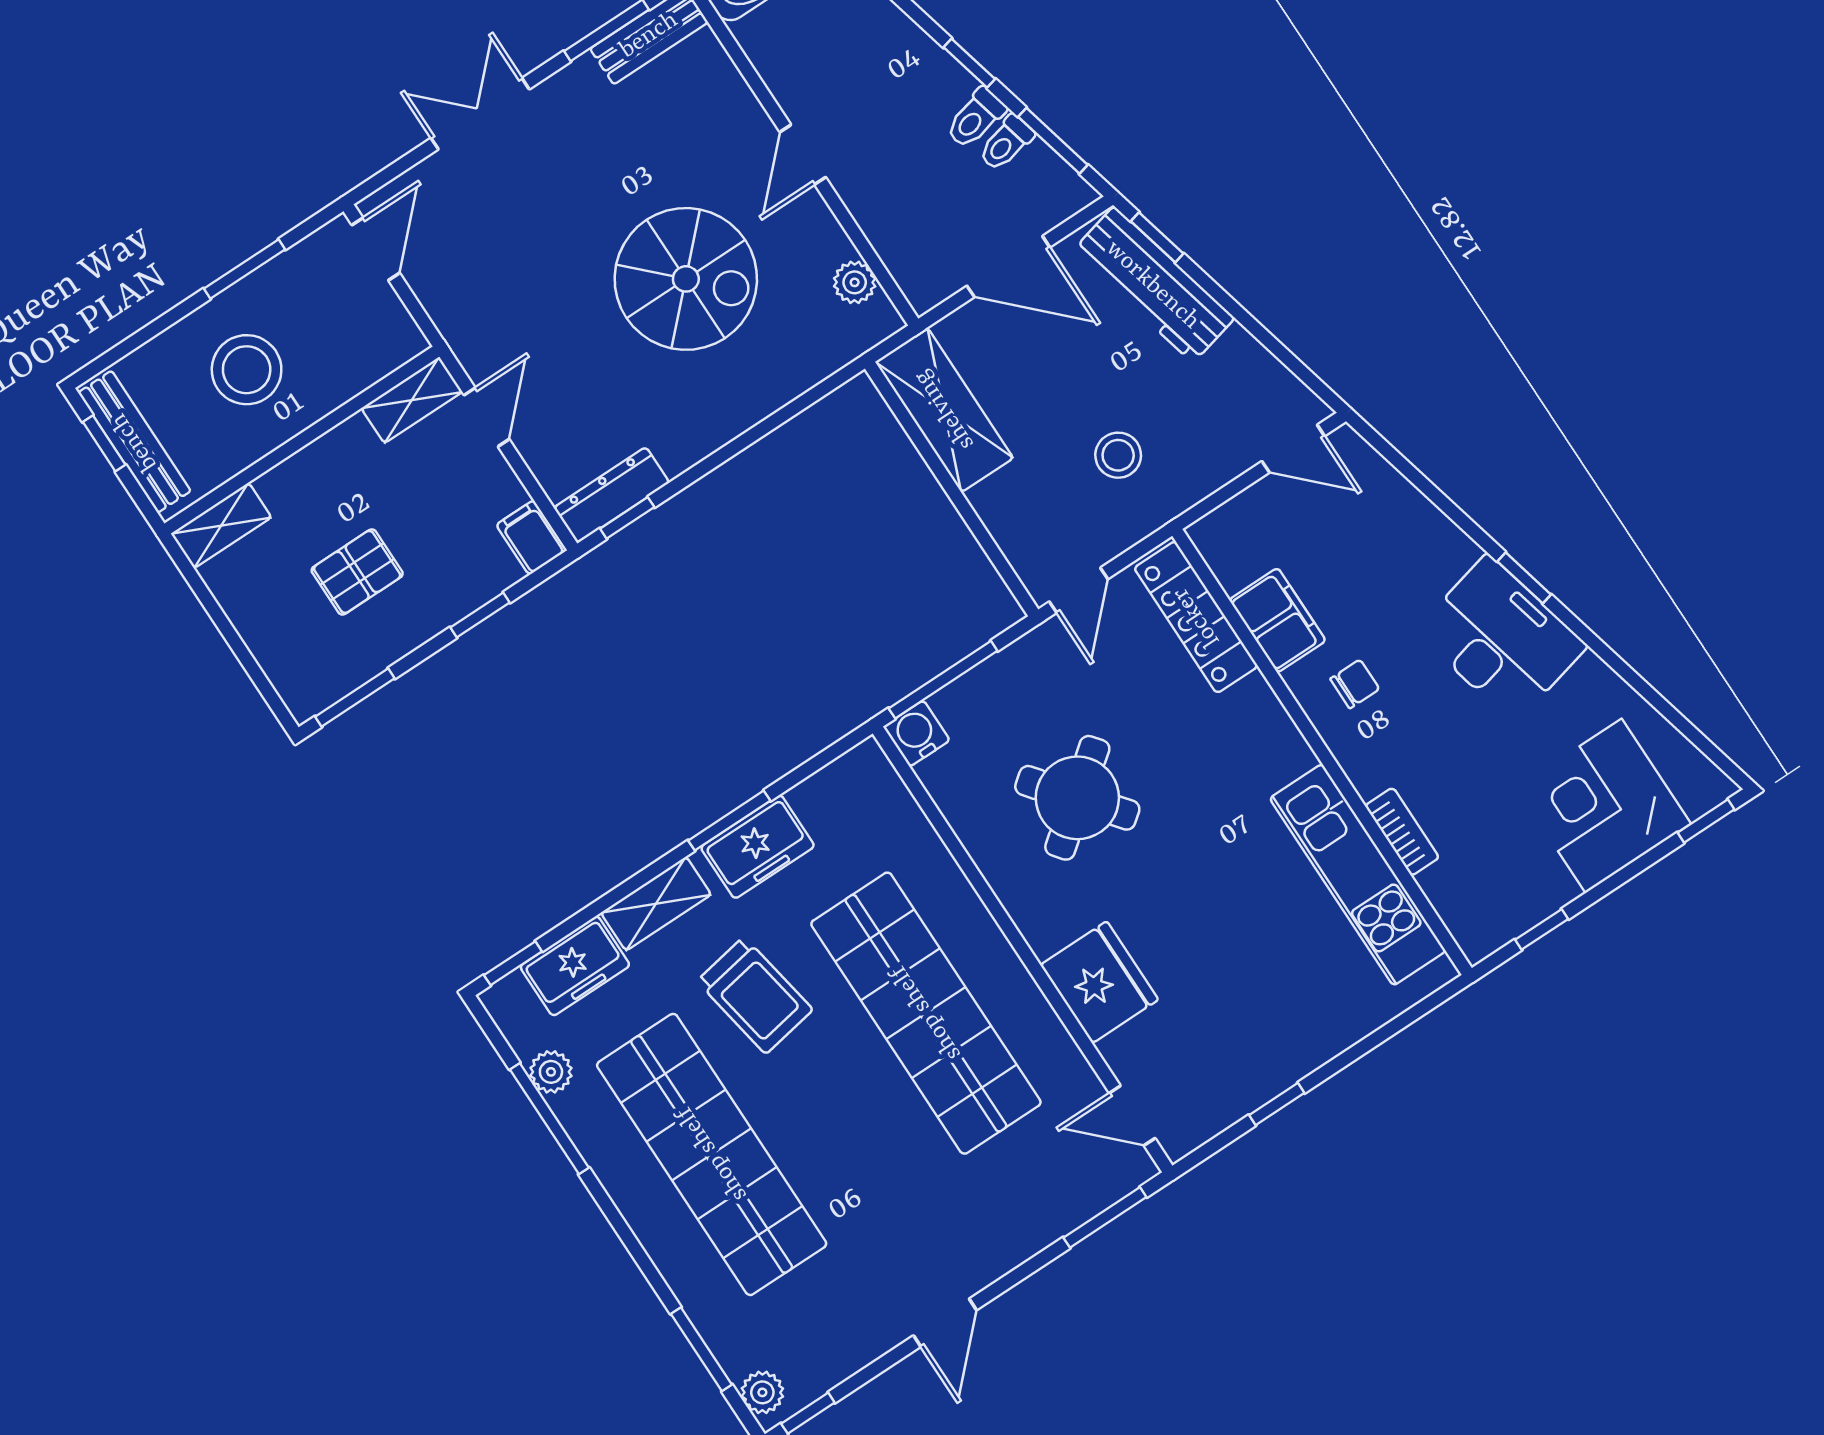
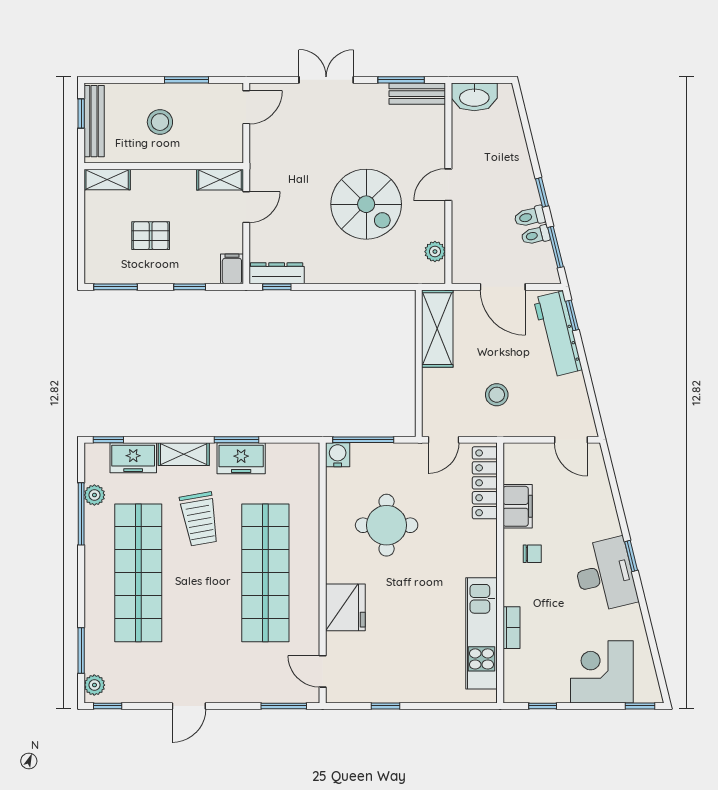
stool: (247, 370) -> (160, 122), width x0.73, depth x0.73
round table: (1077, 798) -> (387, 525), turned 38

